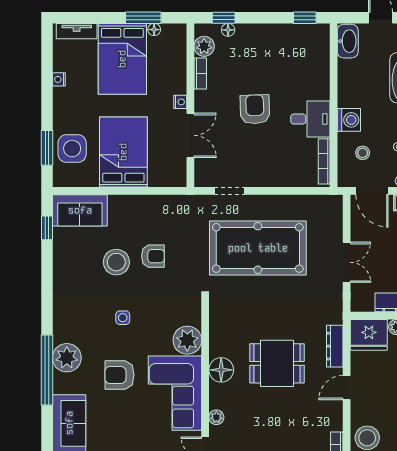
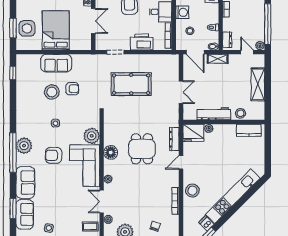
printer: (277, 173) -> (142, 42), added
sofa: (80, 210) -> (56, 63), moved
pool table: (258, 248) -> (131, 84), width x0.73, depth x0.76
dining table: (277, 363) -> (142, 149), turned 90

